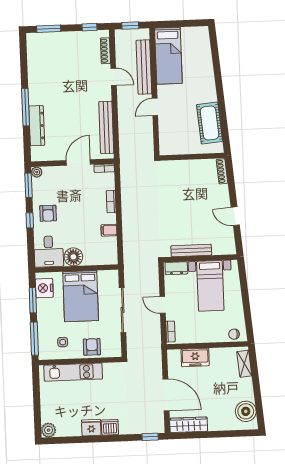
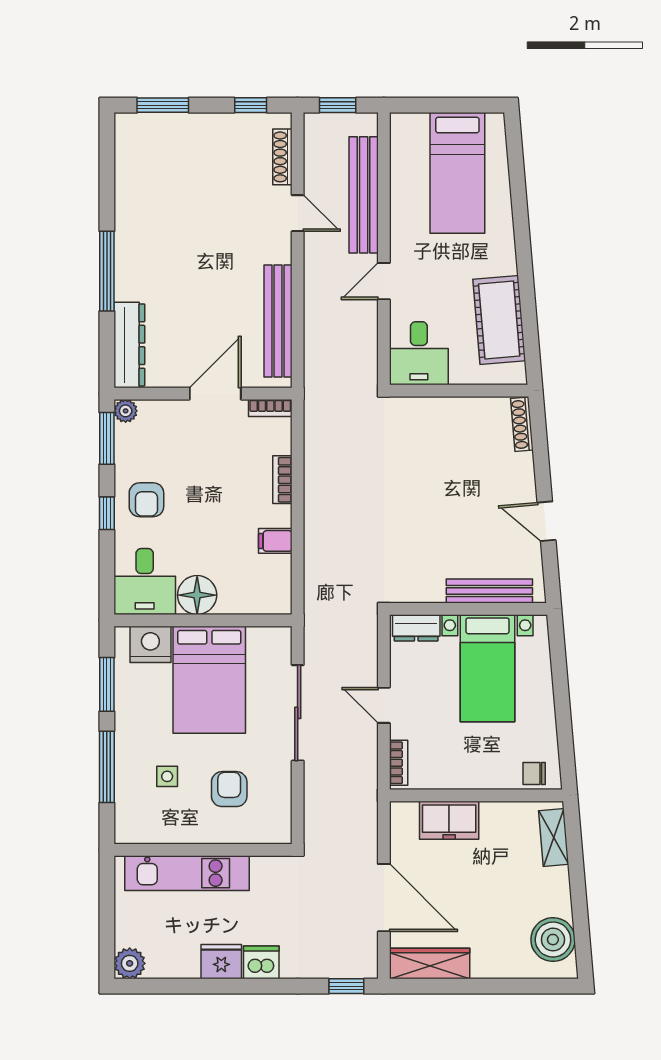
bed: (168, 56) -> (457, 173), moved
dresser: (37, 126) -> (129, 345), moved
desk: (173, 140) -> (419, 353), added
bench: (191, 250) -> (489, 591), moved
nightstand: (44, 288) -> (150, 644), moved, turned 90
wall: (80, 361) -> (203, 850), moved
kitchen unit: (73, 372) -> (187, 873), moved

